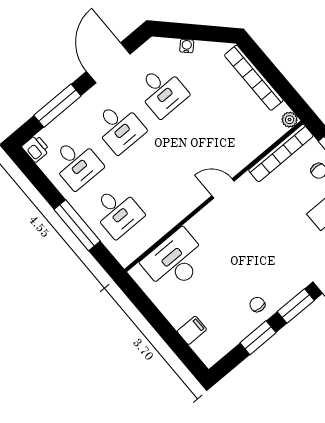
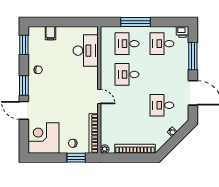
desk: (119, 127) -> (127, 74), moved
door: (223, 188) -> (99, 97), hinge flipped
window: (258, 338) -> (24, 45), moved

